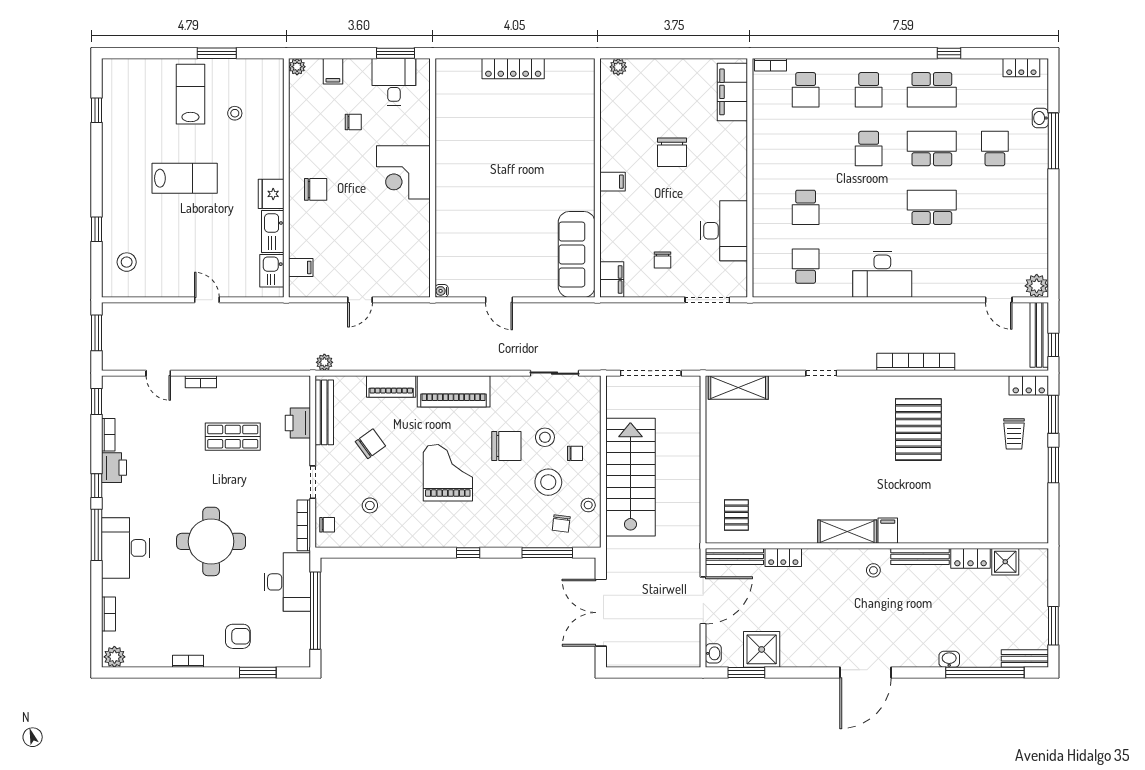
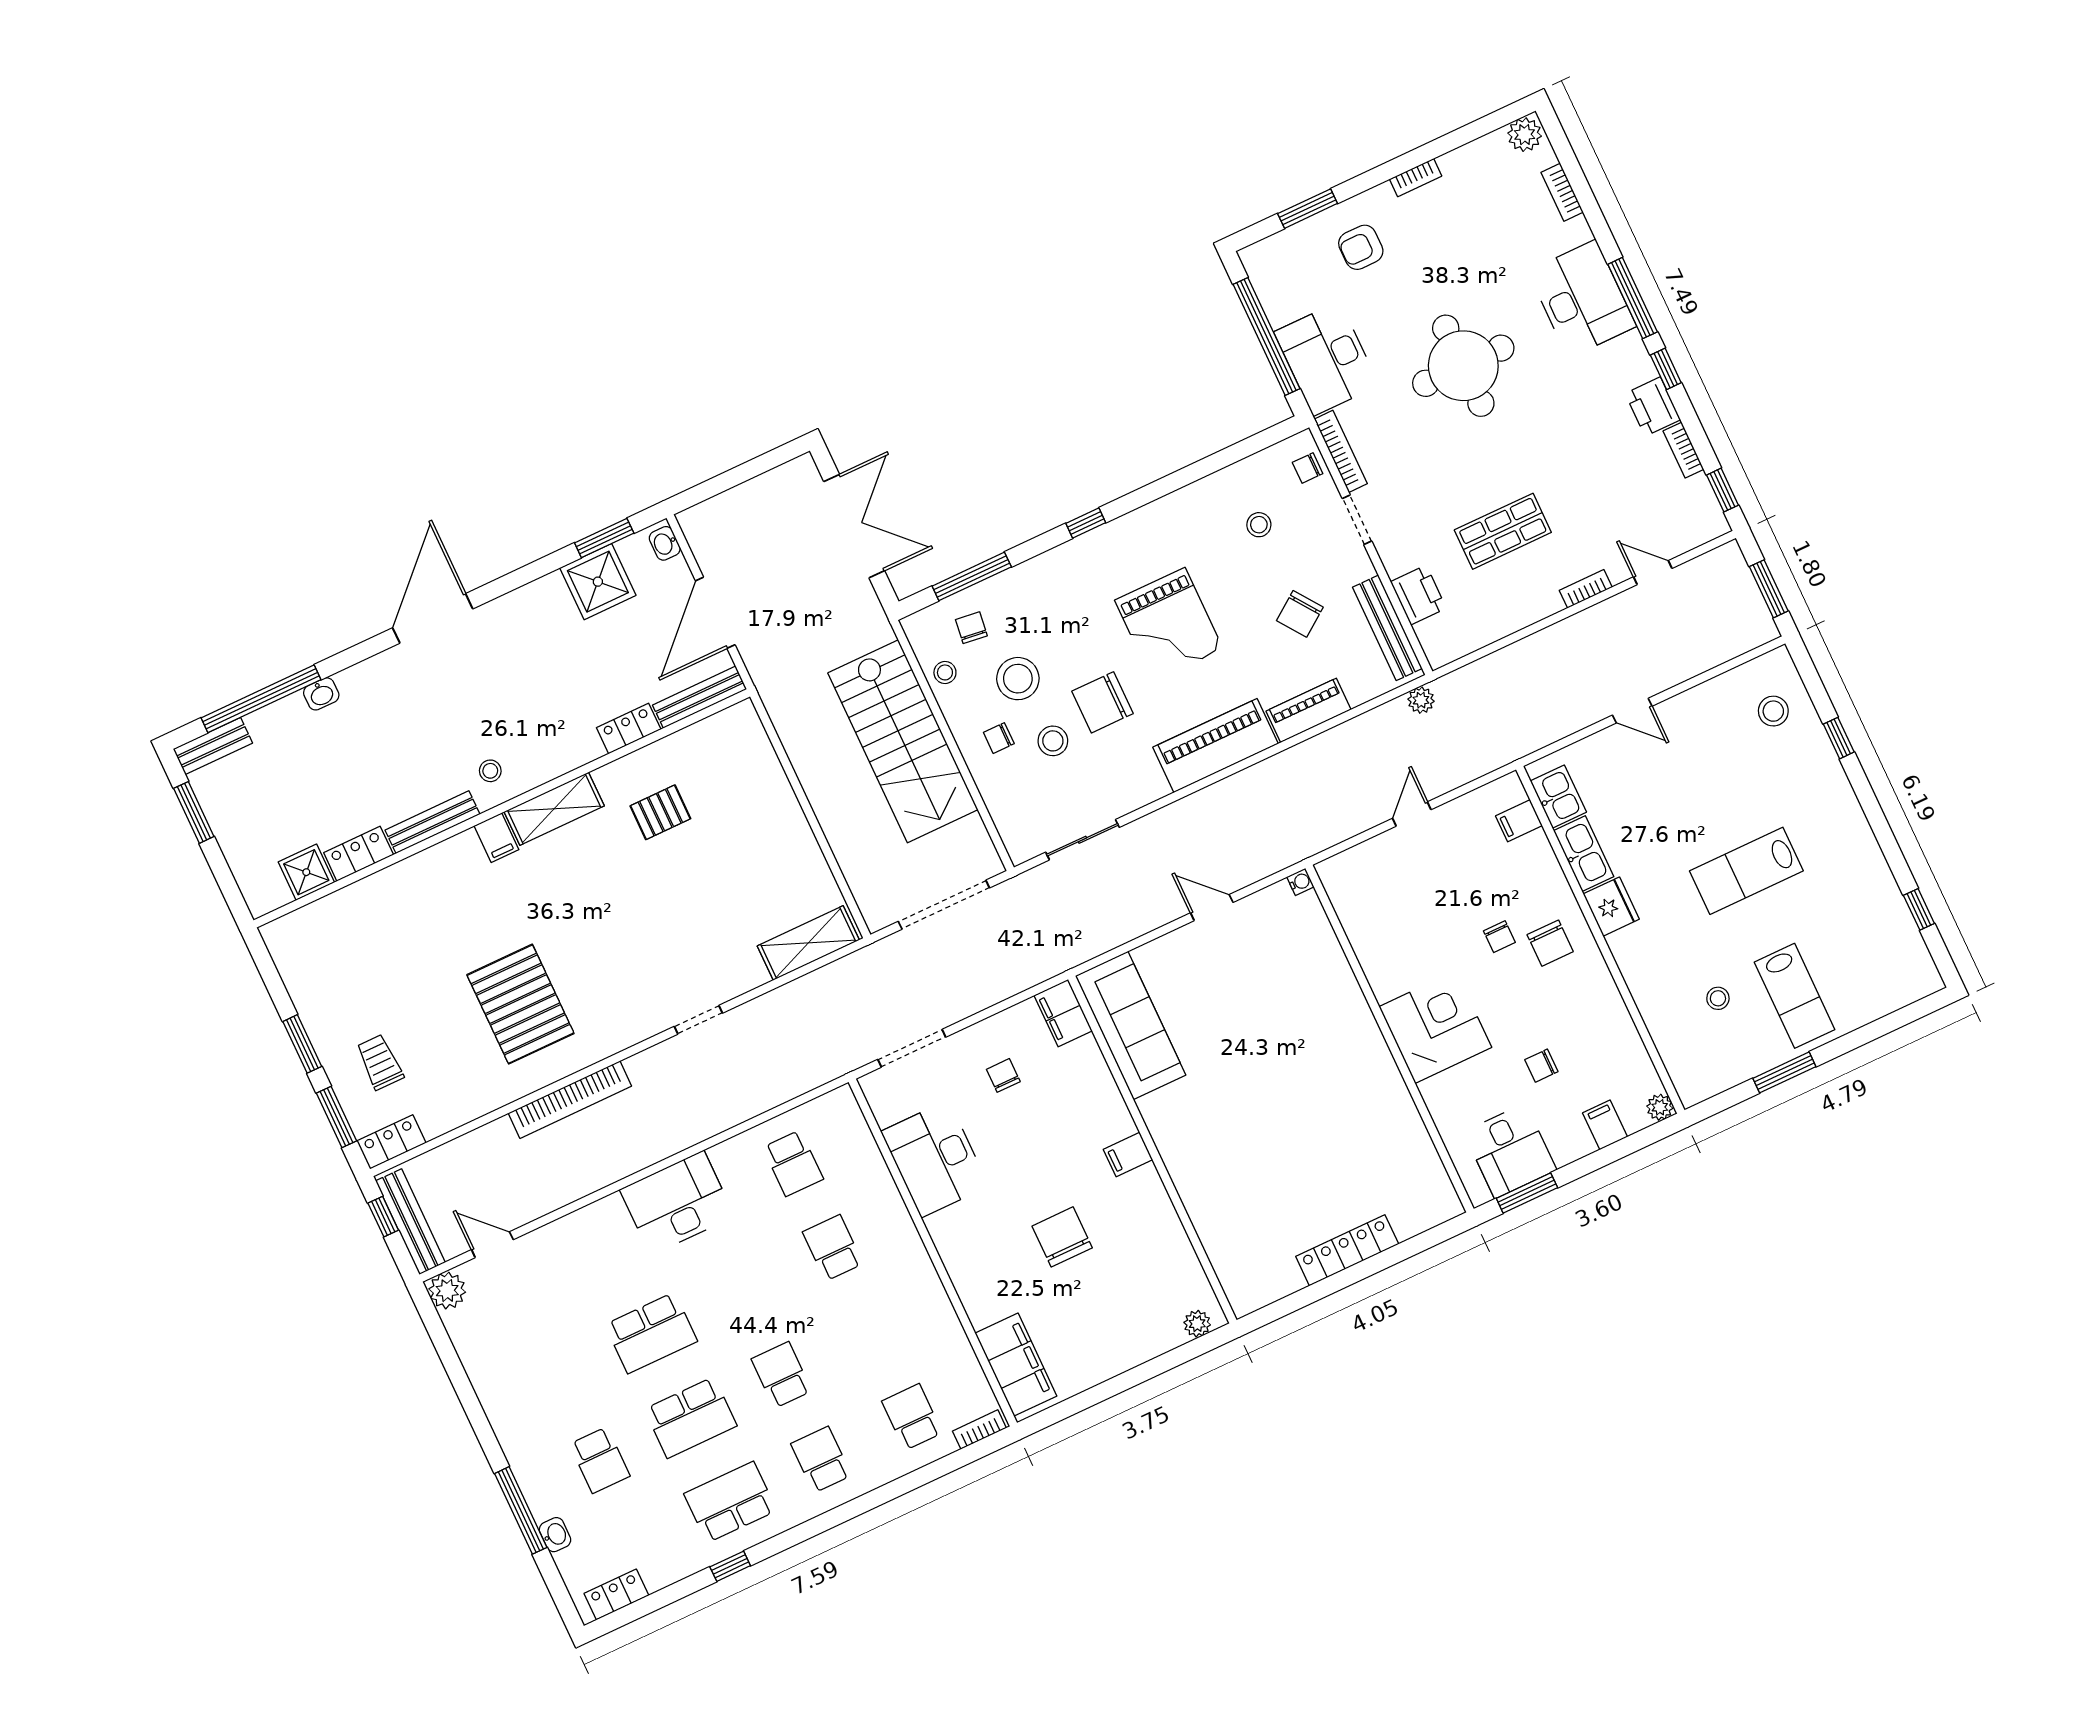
chair: (316, 189) -> (1550, 943), turned -90
chair: (343, 207) -> (1499, 937), added
pallet: (736, 515) -> (660, 812), moved, turned 90

